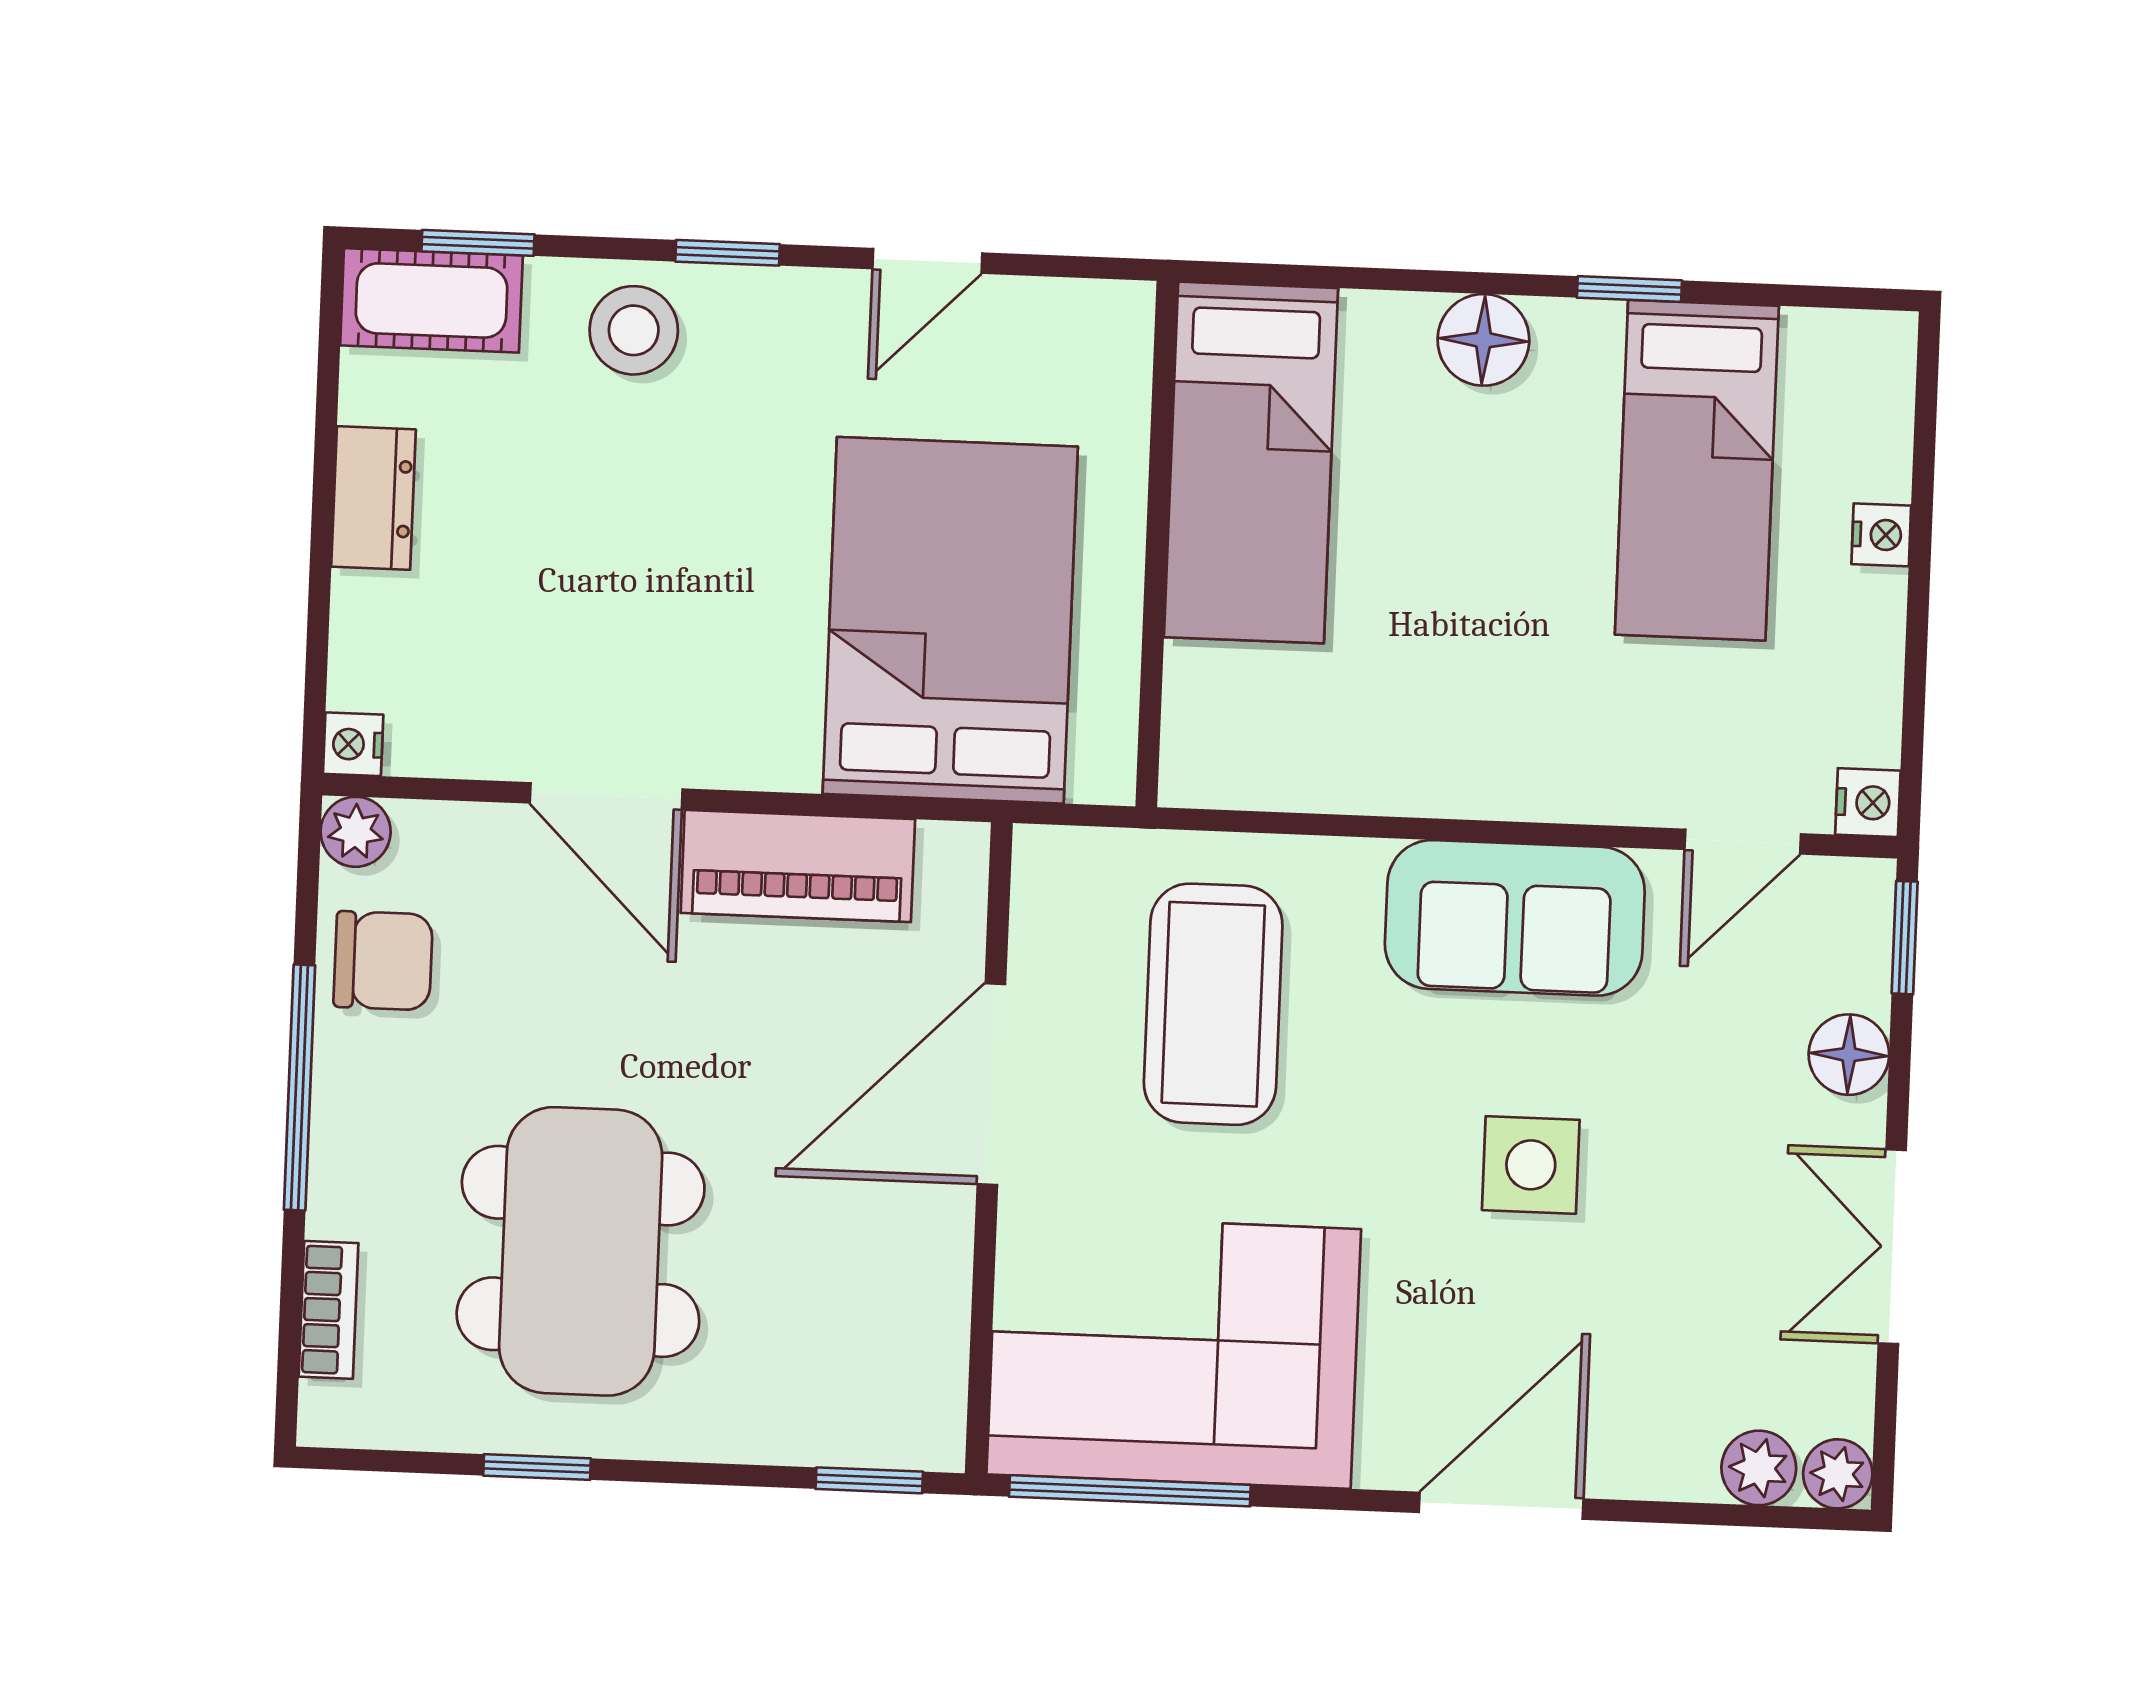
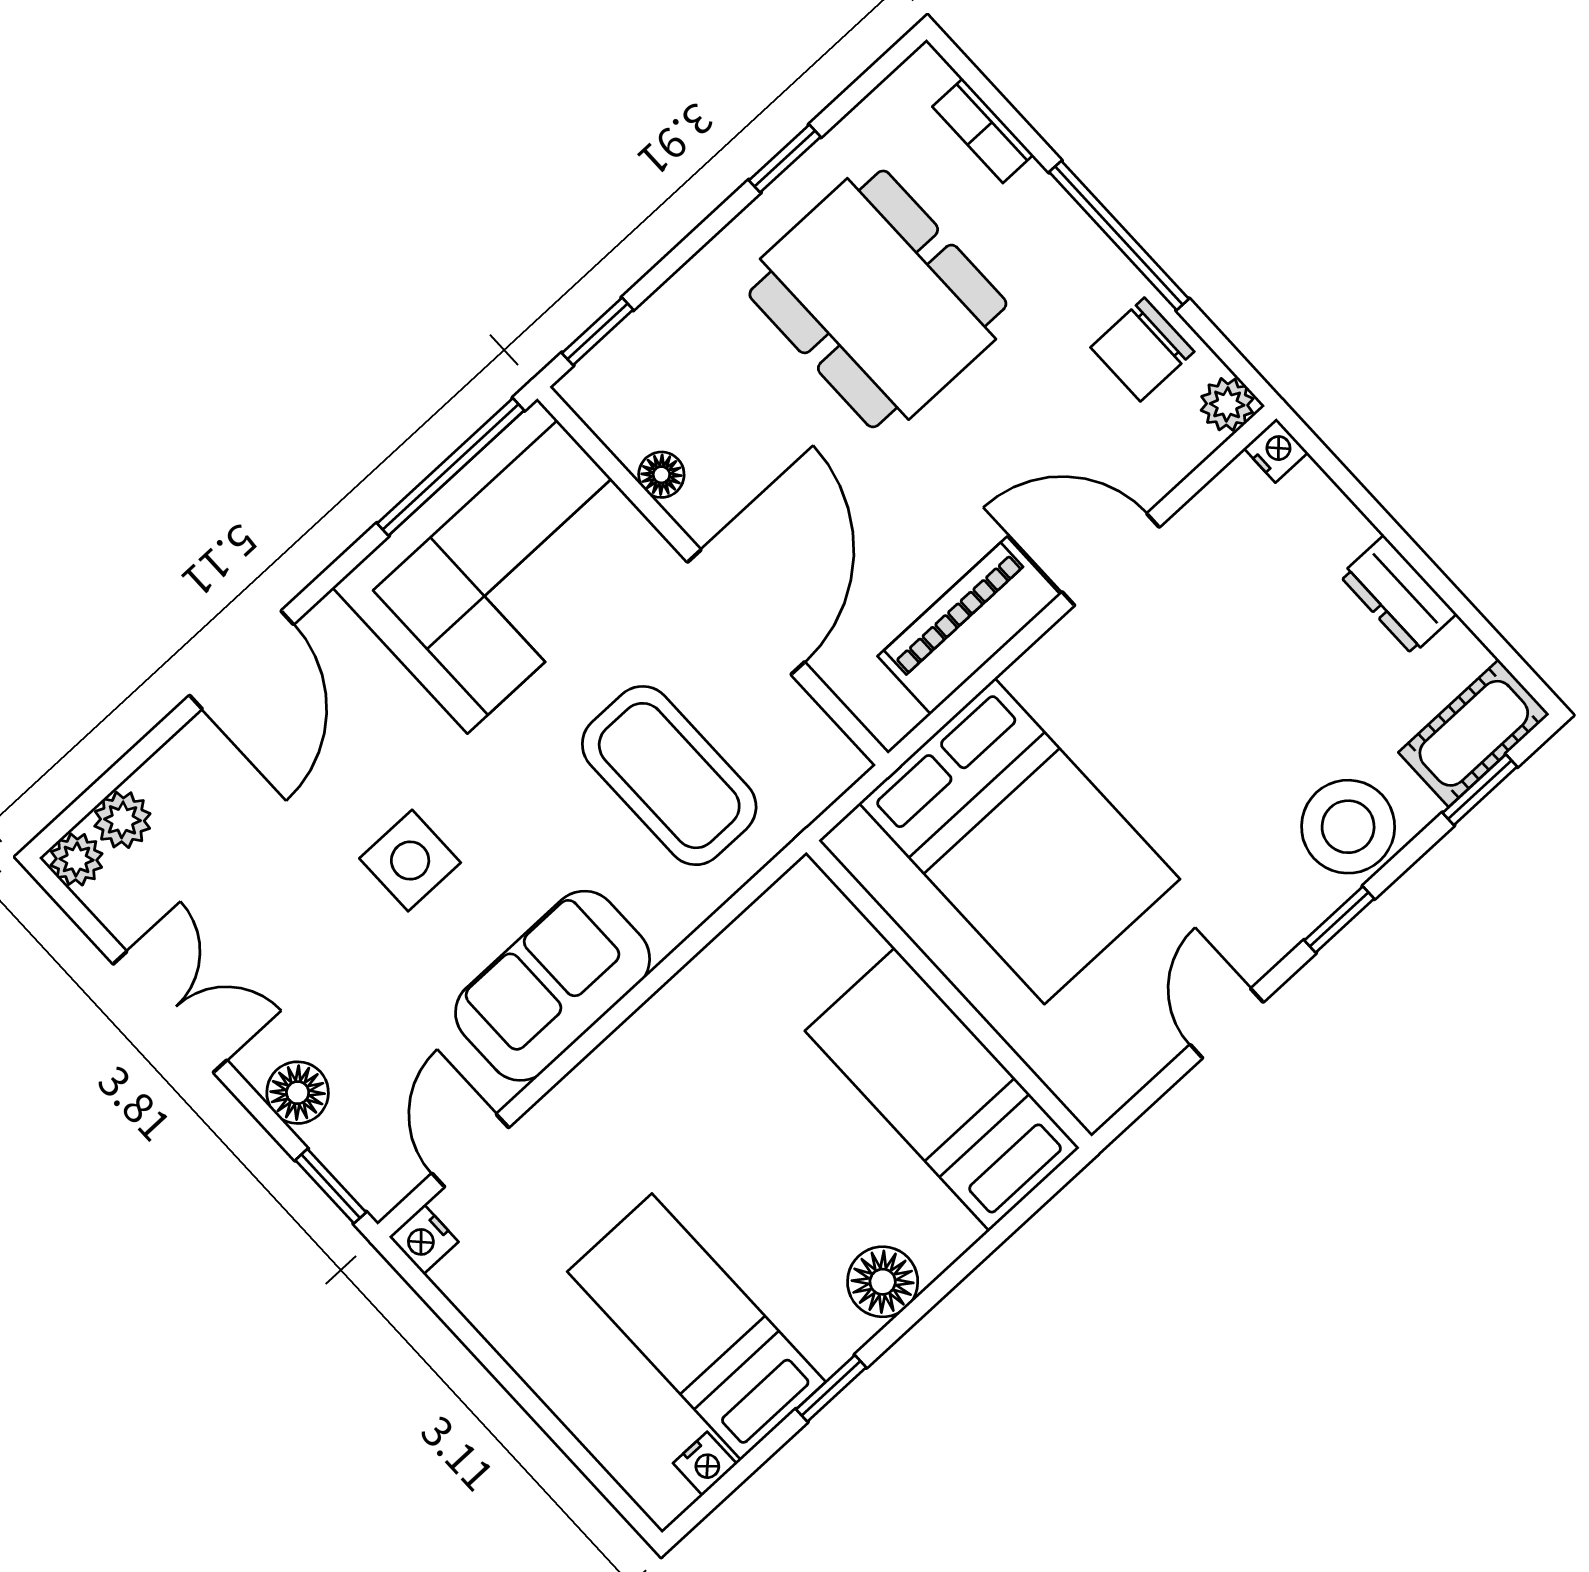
stool: (634, 330) -> (1348, 827), width x1.38, depth x1.38
nightstand: (1881, 535) -> (705, 1464), moved, turned -90
floor lamp: (943, 1289) -> (661, 475), added

